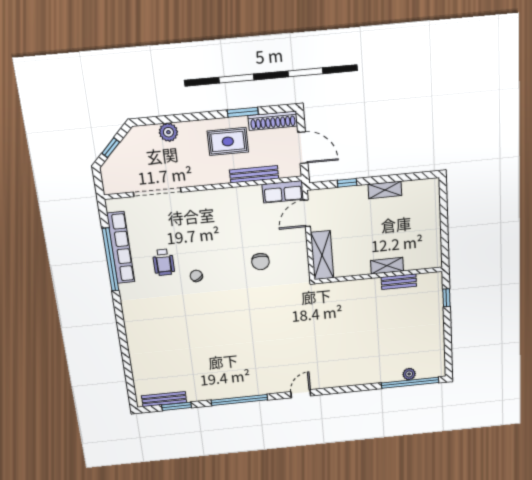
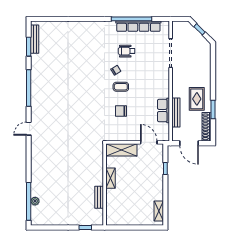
plant: (168, 132) -> (205, 64), removed
door: (303, 148) -> (189, 143), hinge flipped
shelving: (385, 190) -> (159, 211), moved
row of seats: (283, 192) -> (163, 110), moved
coffee table: (222, 266) -> (121, 87), added
shelving: (387, 266) -> (110, 178), moved
door: (301, 394) -> (29, 129), swing flipped

